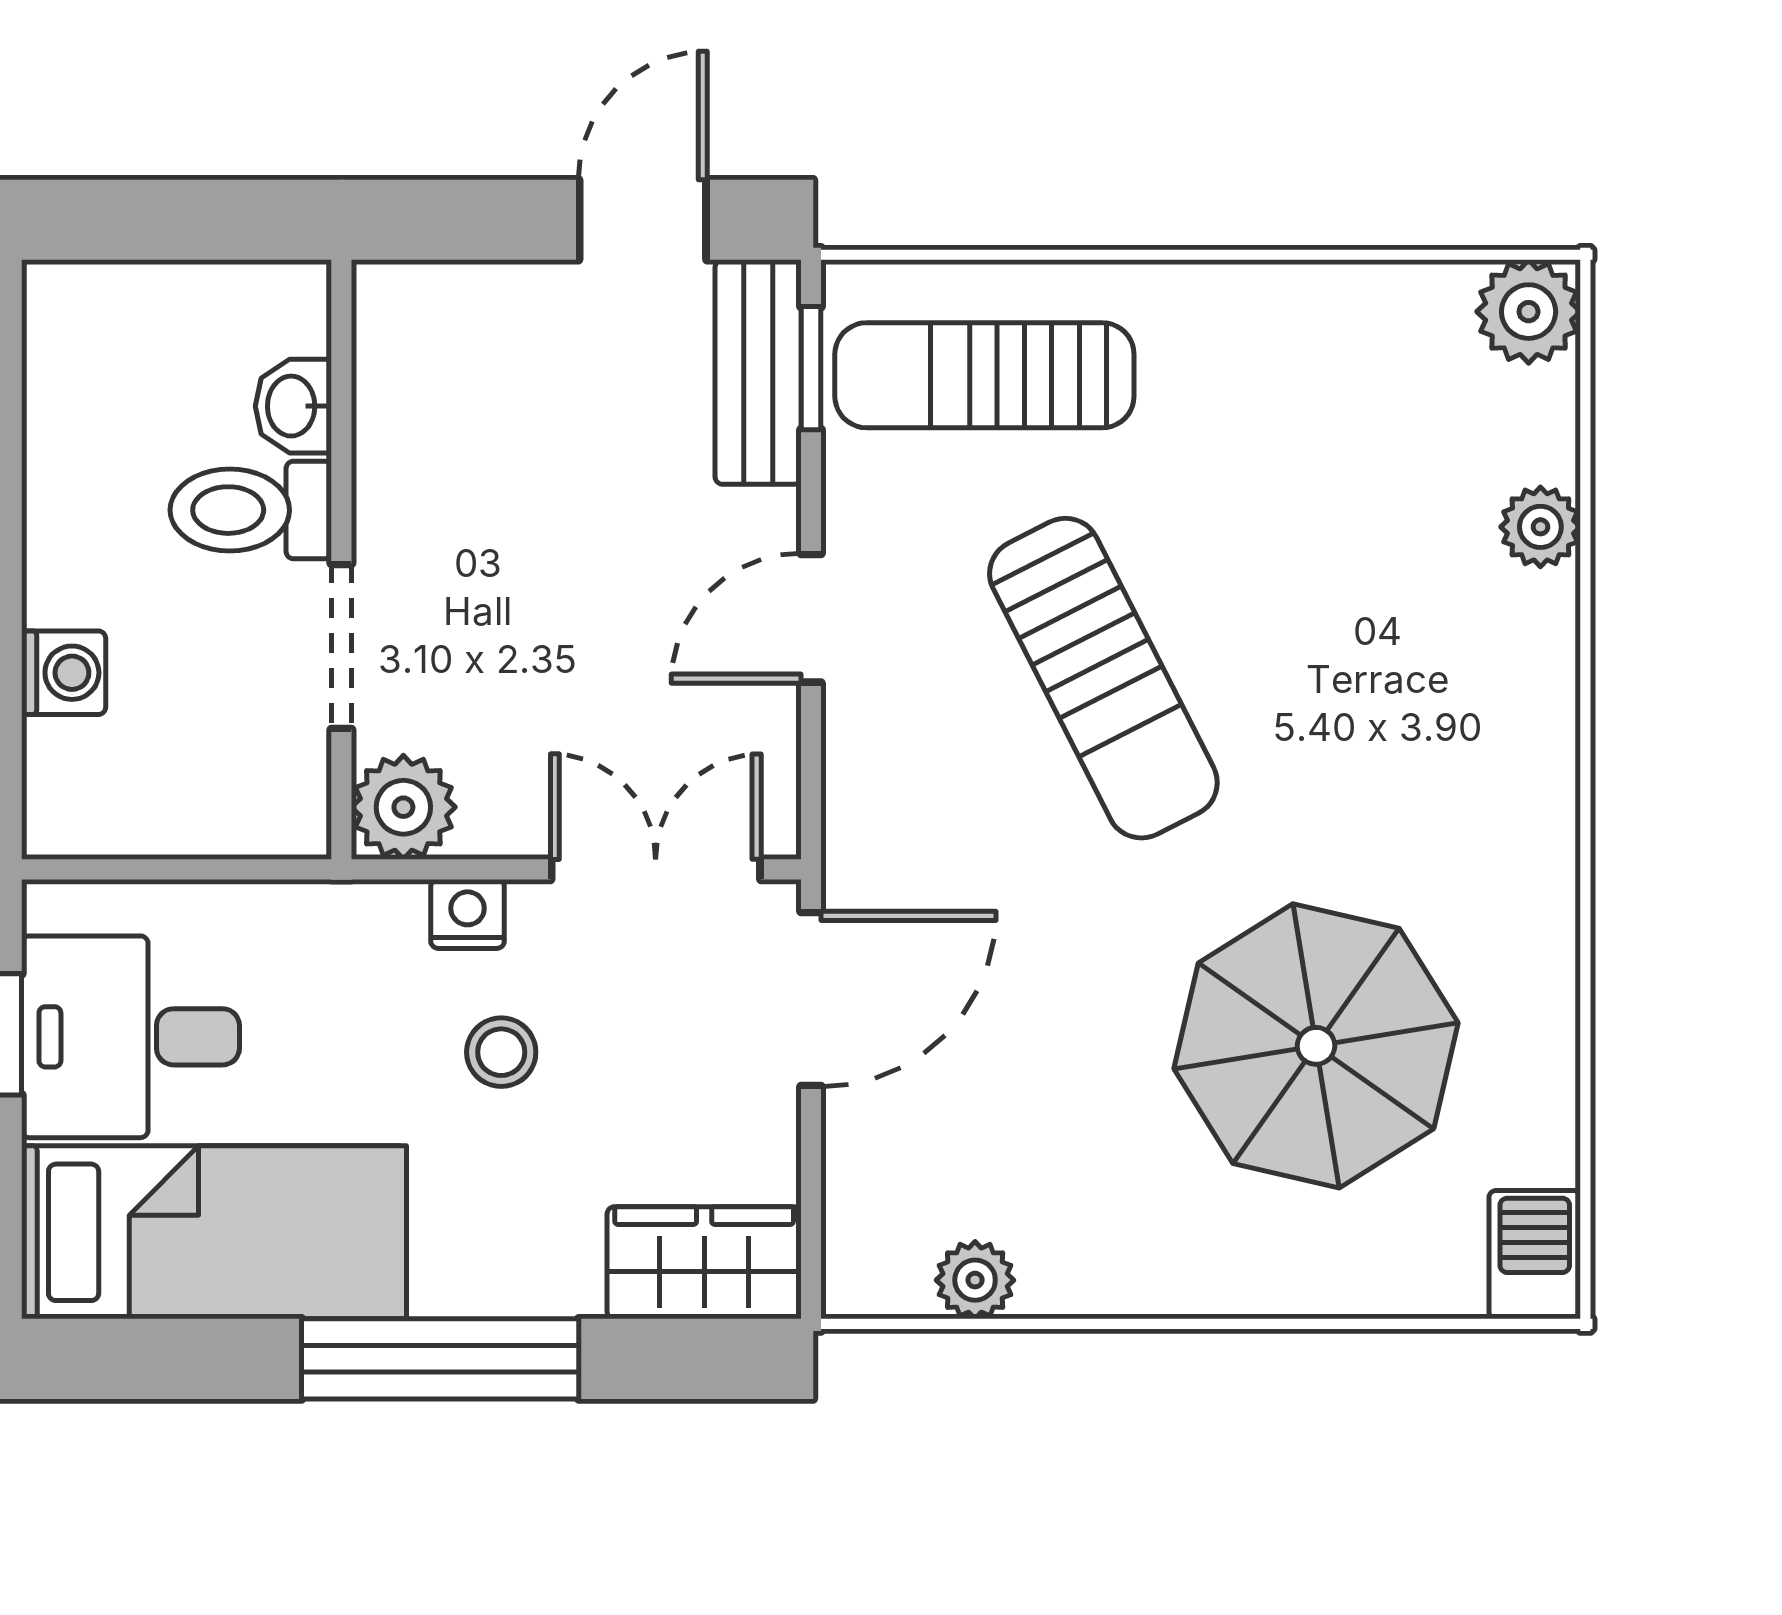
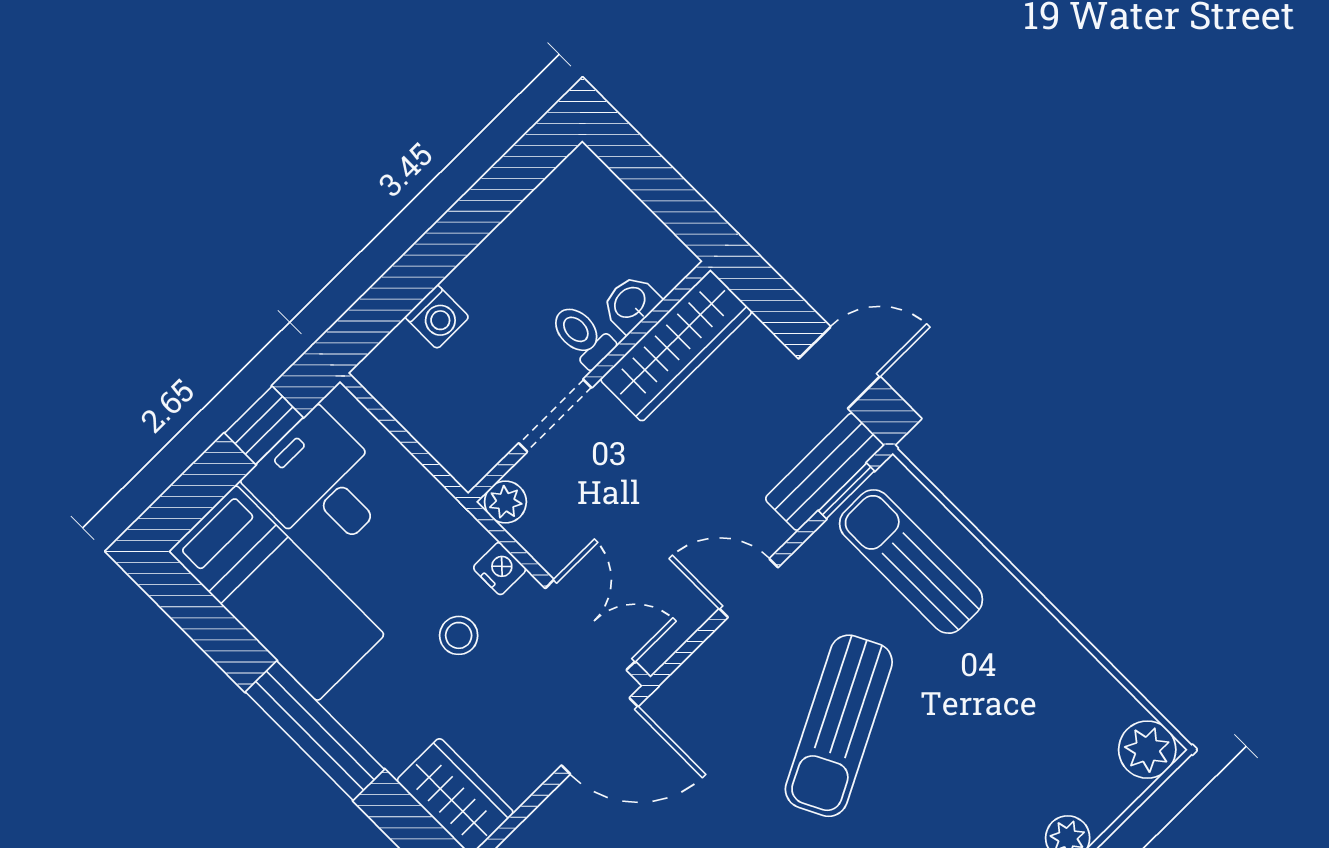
wardrobe: (406, 402) -> (676, 346), added
toilet: (251, 510) -> (582, 336), width x0.73, depth x0.72
plant: (403, 807) -> (505, 502), width x0.73, depth x0.73

